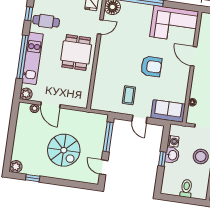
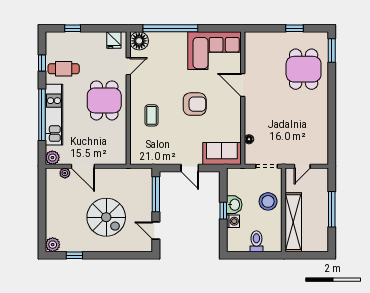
coffee table: (129, 95) -> (152, 115), moved
washing machine: (173, 141) -> (233, 221), moved

